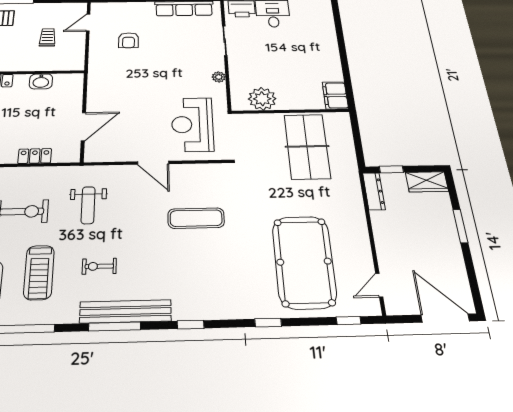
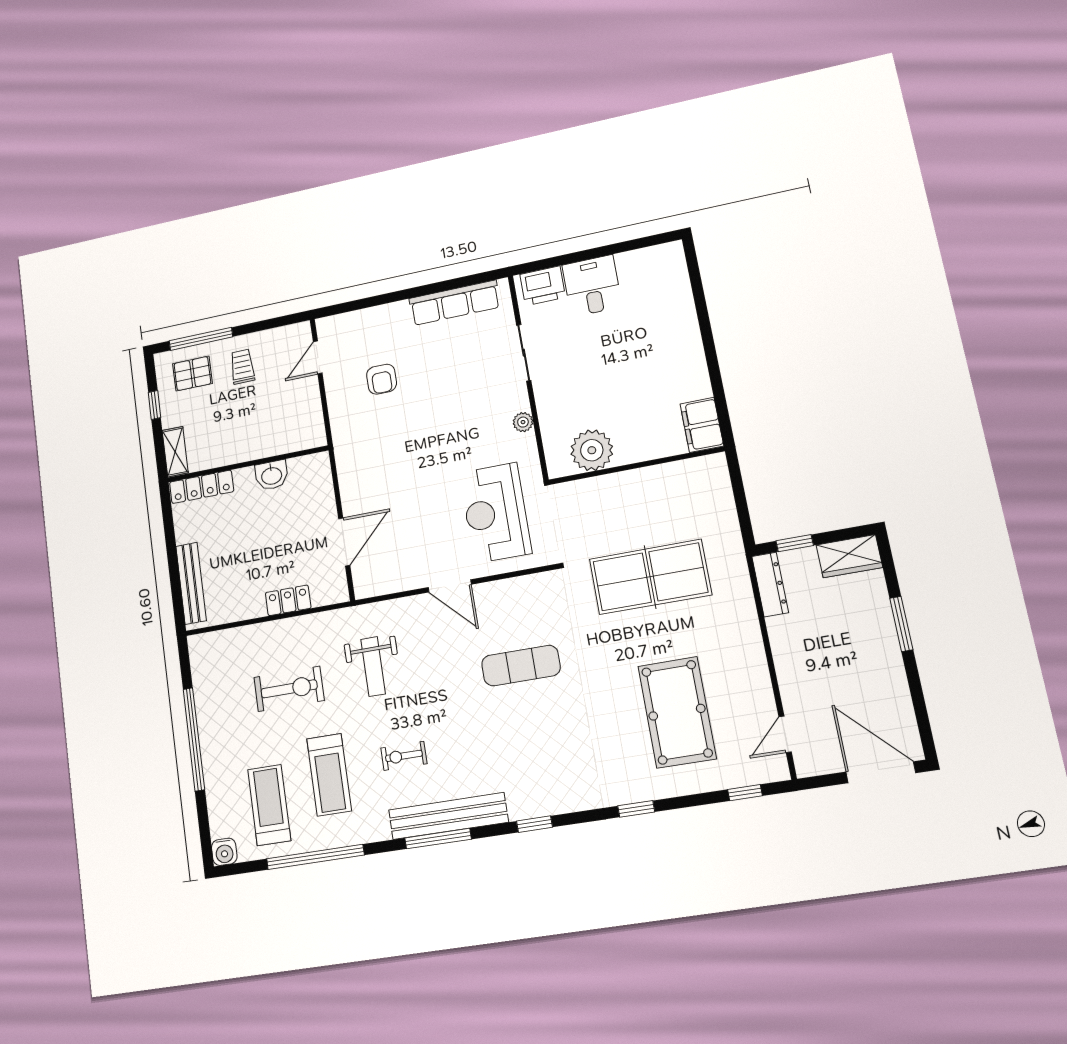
trolley: (47, 37) -> (242, 367), moved
table tennis table: (307, 146) -> (650, 577), moved, turned 90
pool table: (304, 262) -> (677, 712), width x0.73, depth x0.76

